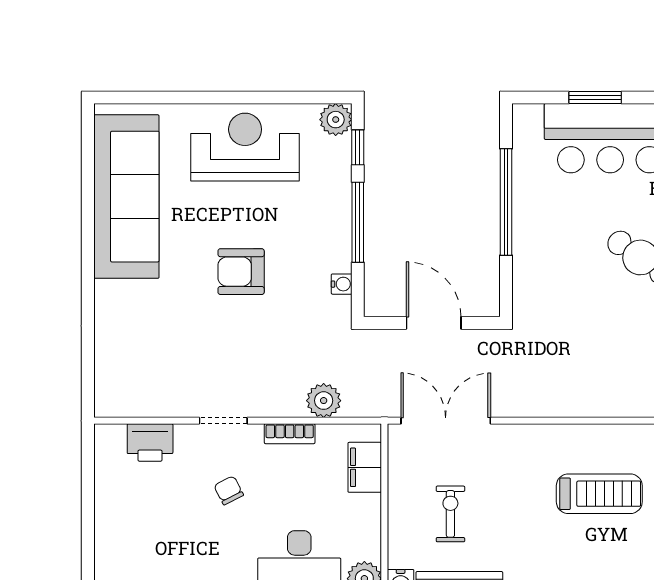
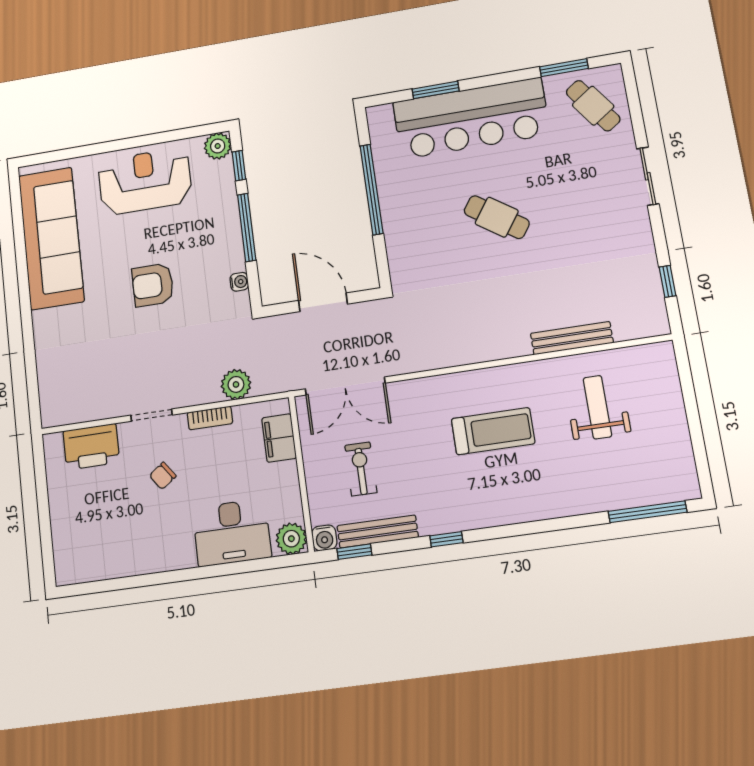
double door: (446, 421) -> (345, 386), swing flipped
printer: (150, 442) -> (91, 447), width x1.37, depth x1.19
chair: (229, 490) -> (163, 476), turned -99

